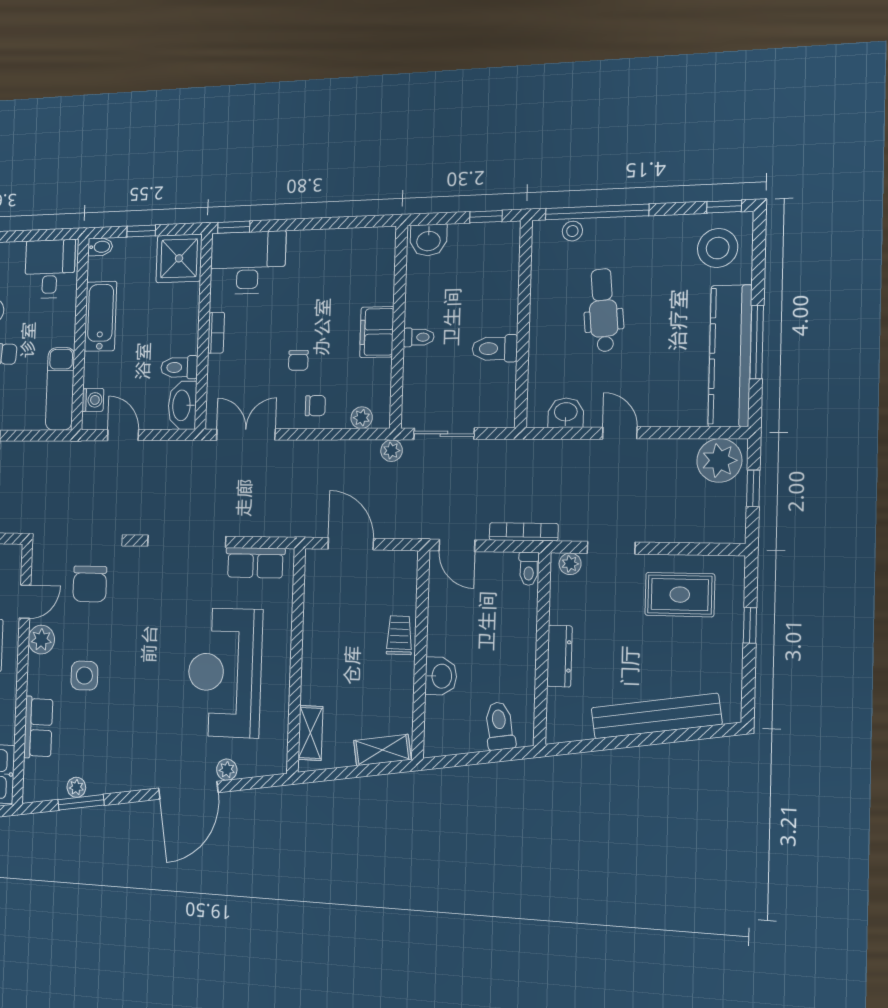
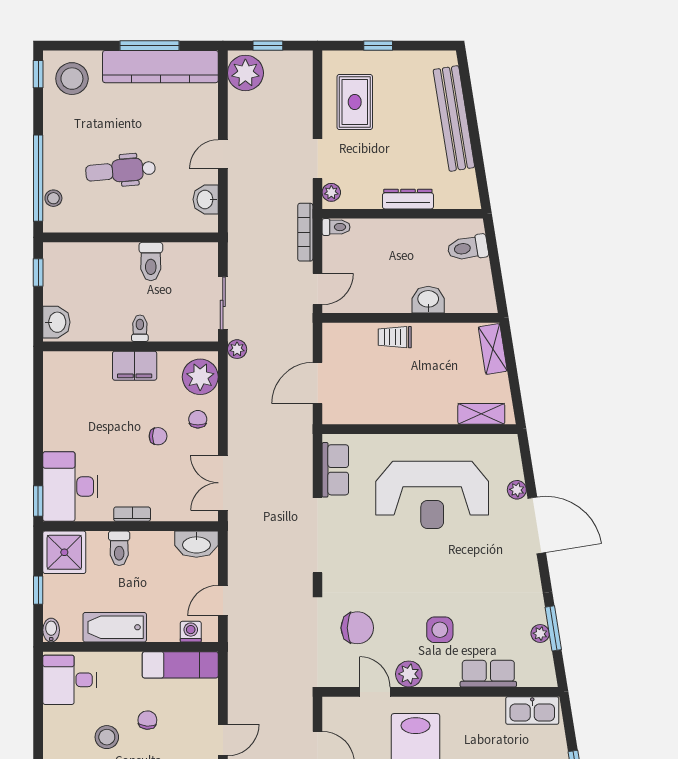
toilet: (179, 367) -> (119, 548), moved
plant: (362, 418) -> (200, 377), width x1.87, depth x1.87

